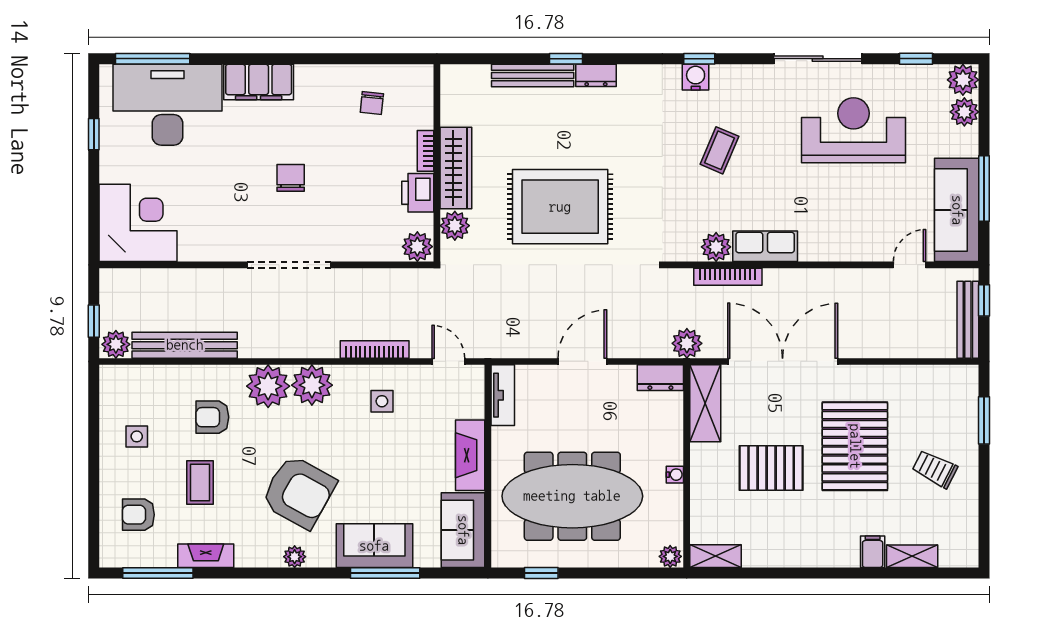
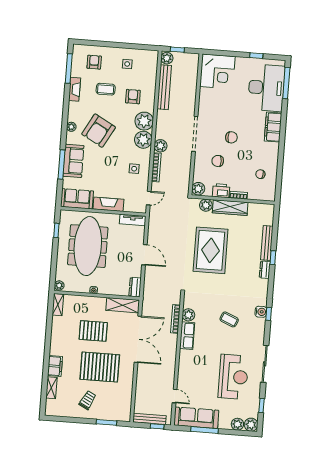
chair: (349, 206) -> (218, 161), added
plant: (687, 343) -> (160, 146), moved
pallet: (771, 468) -> (93, 331), turned 90
filing cabinet: (873, 552) -> (55, 366), width x2.00

